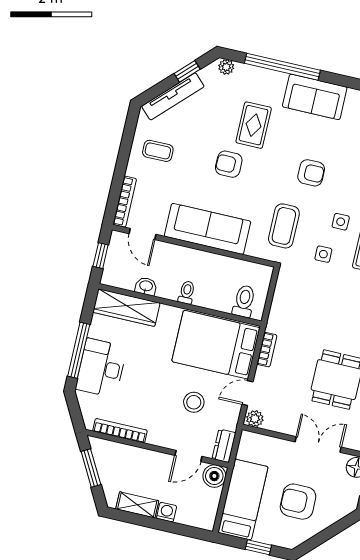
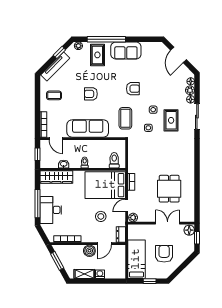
rug: (254, 125) -> (97, 55), moved
boiler: (214, 476) -> (89, 251), moved
armchair: (298, 502) -> (164, 254), turned 90

